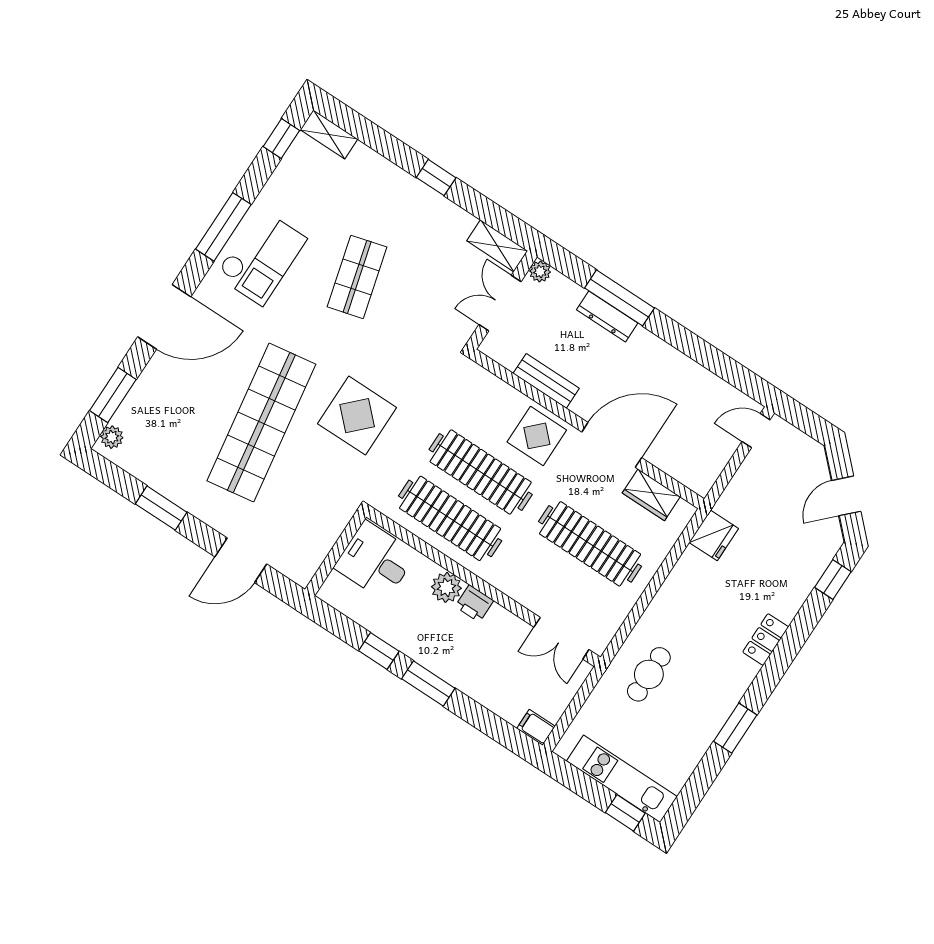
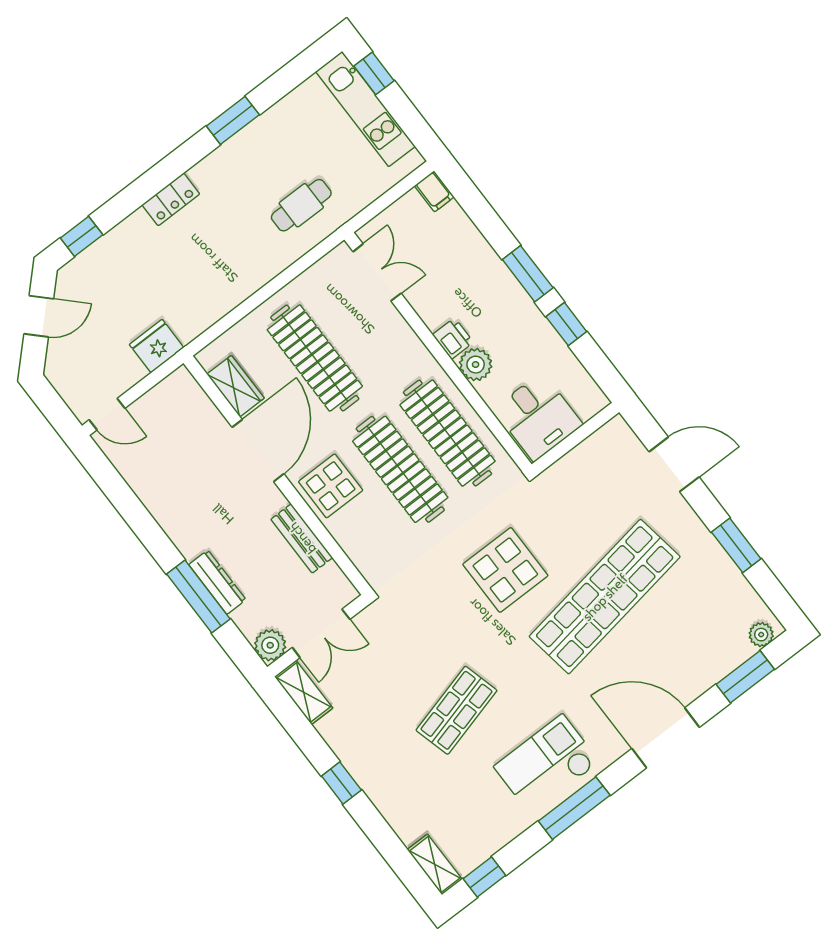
plant: (540, 272) -> (270, 645), width x1.38, depth x1.38
door: (612, 445) -> (258, 451), swing flipped
fridge: (714, 535) -> (157, 346), moved

